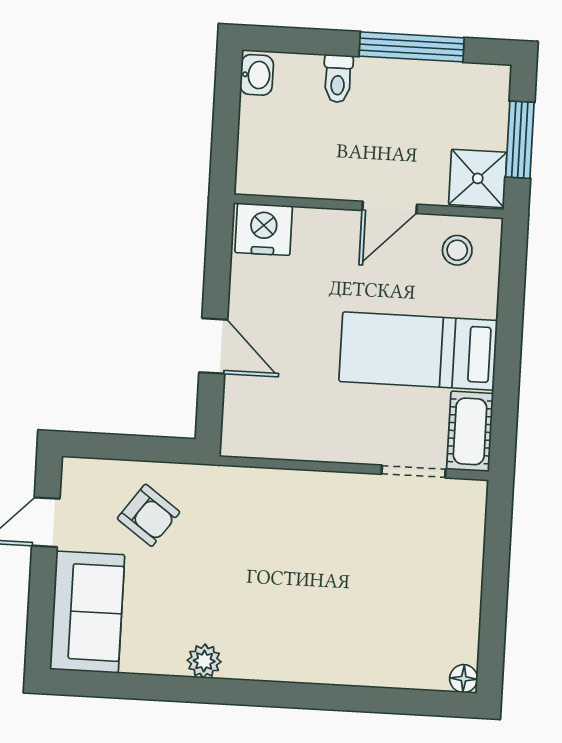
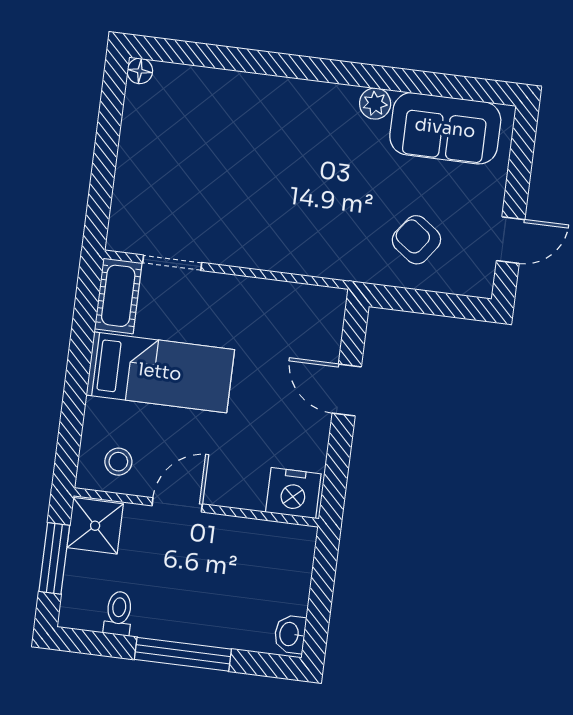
window: (412, 47) -> (183, 654), moved
toilet: (338, 79) -> (119, 613), moved
sofa: (87, 612) -> (445, 128), moved, turned -90

